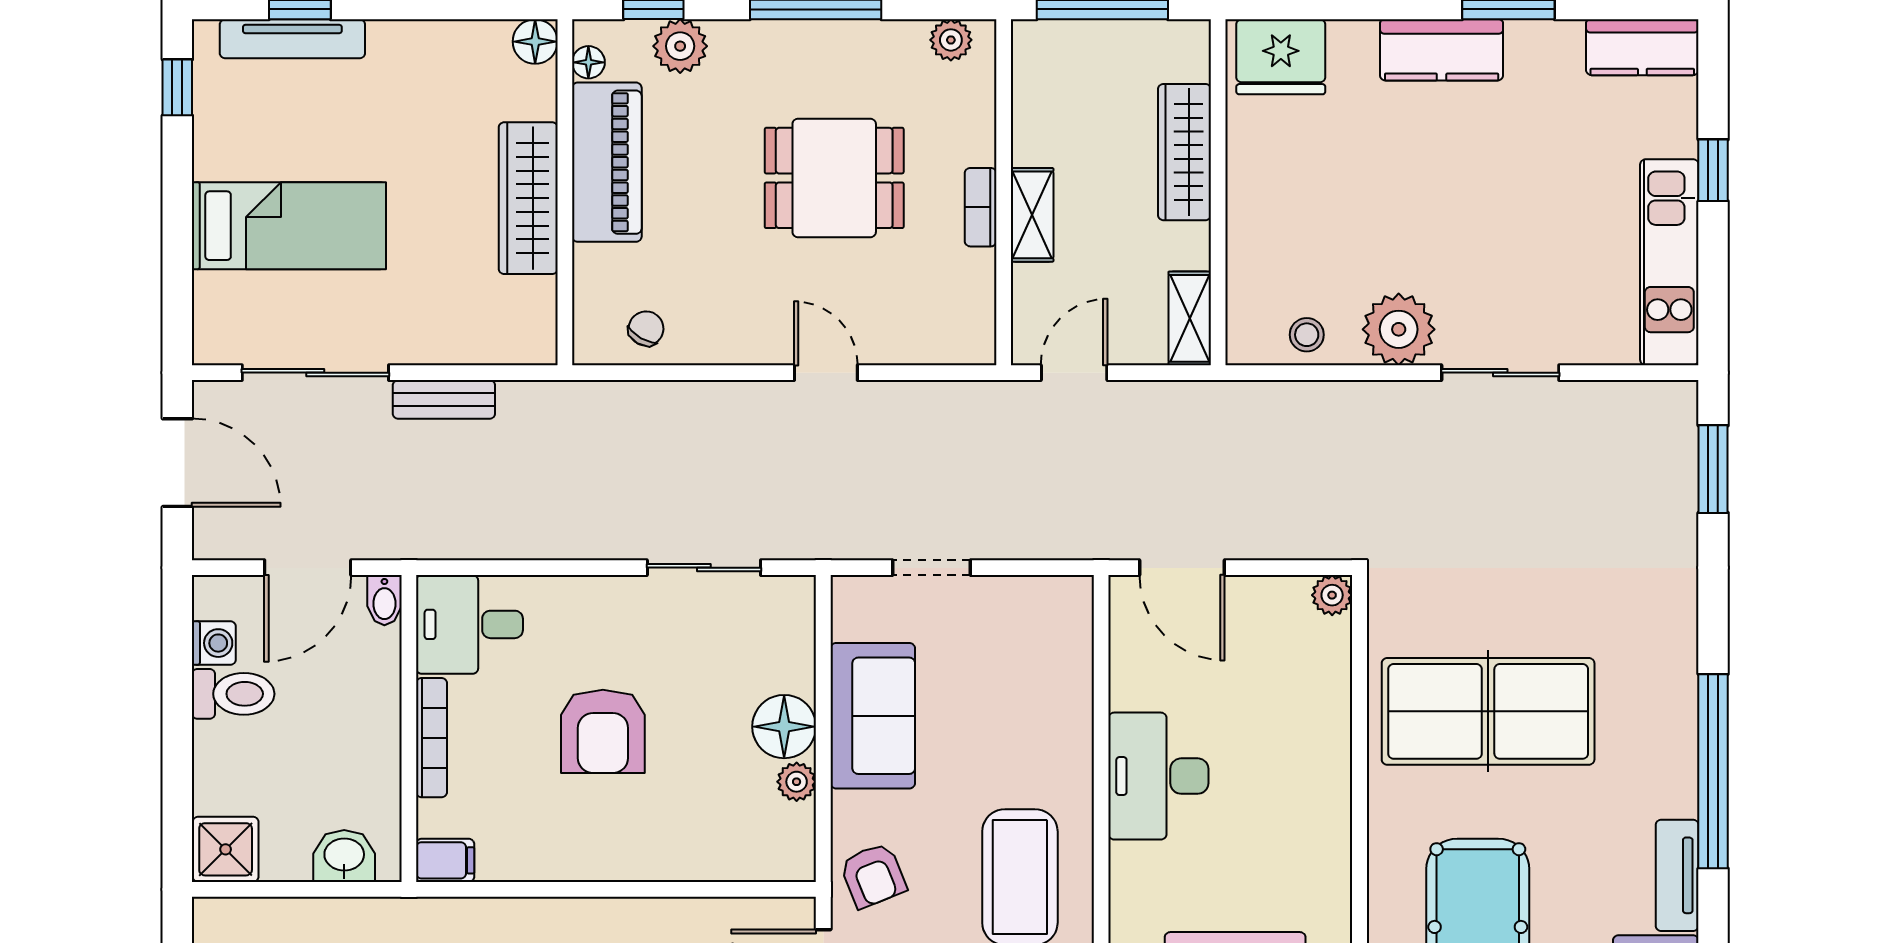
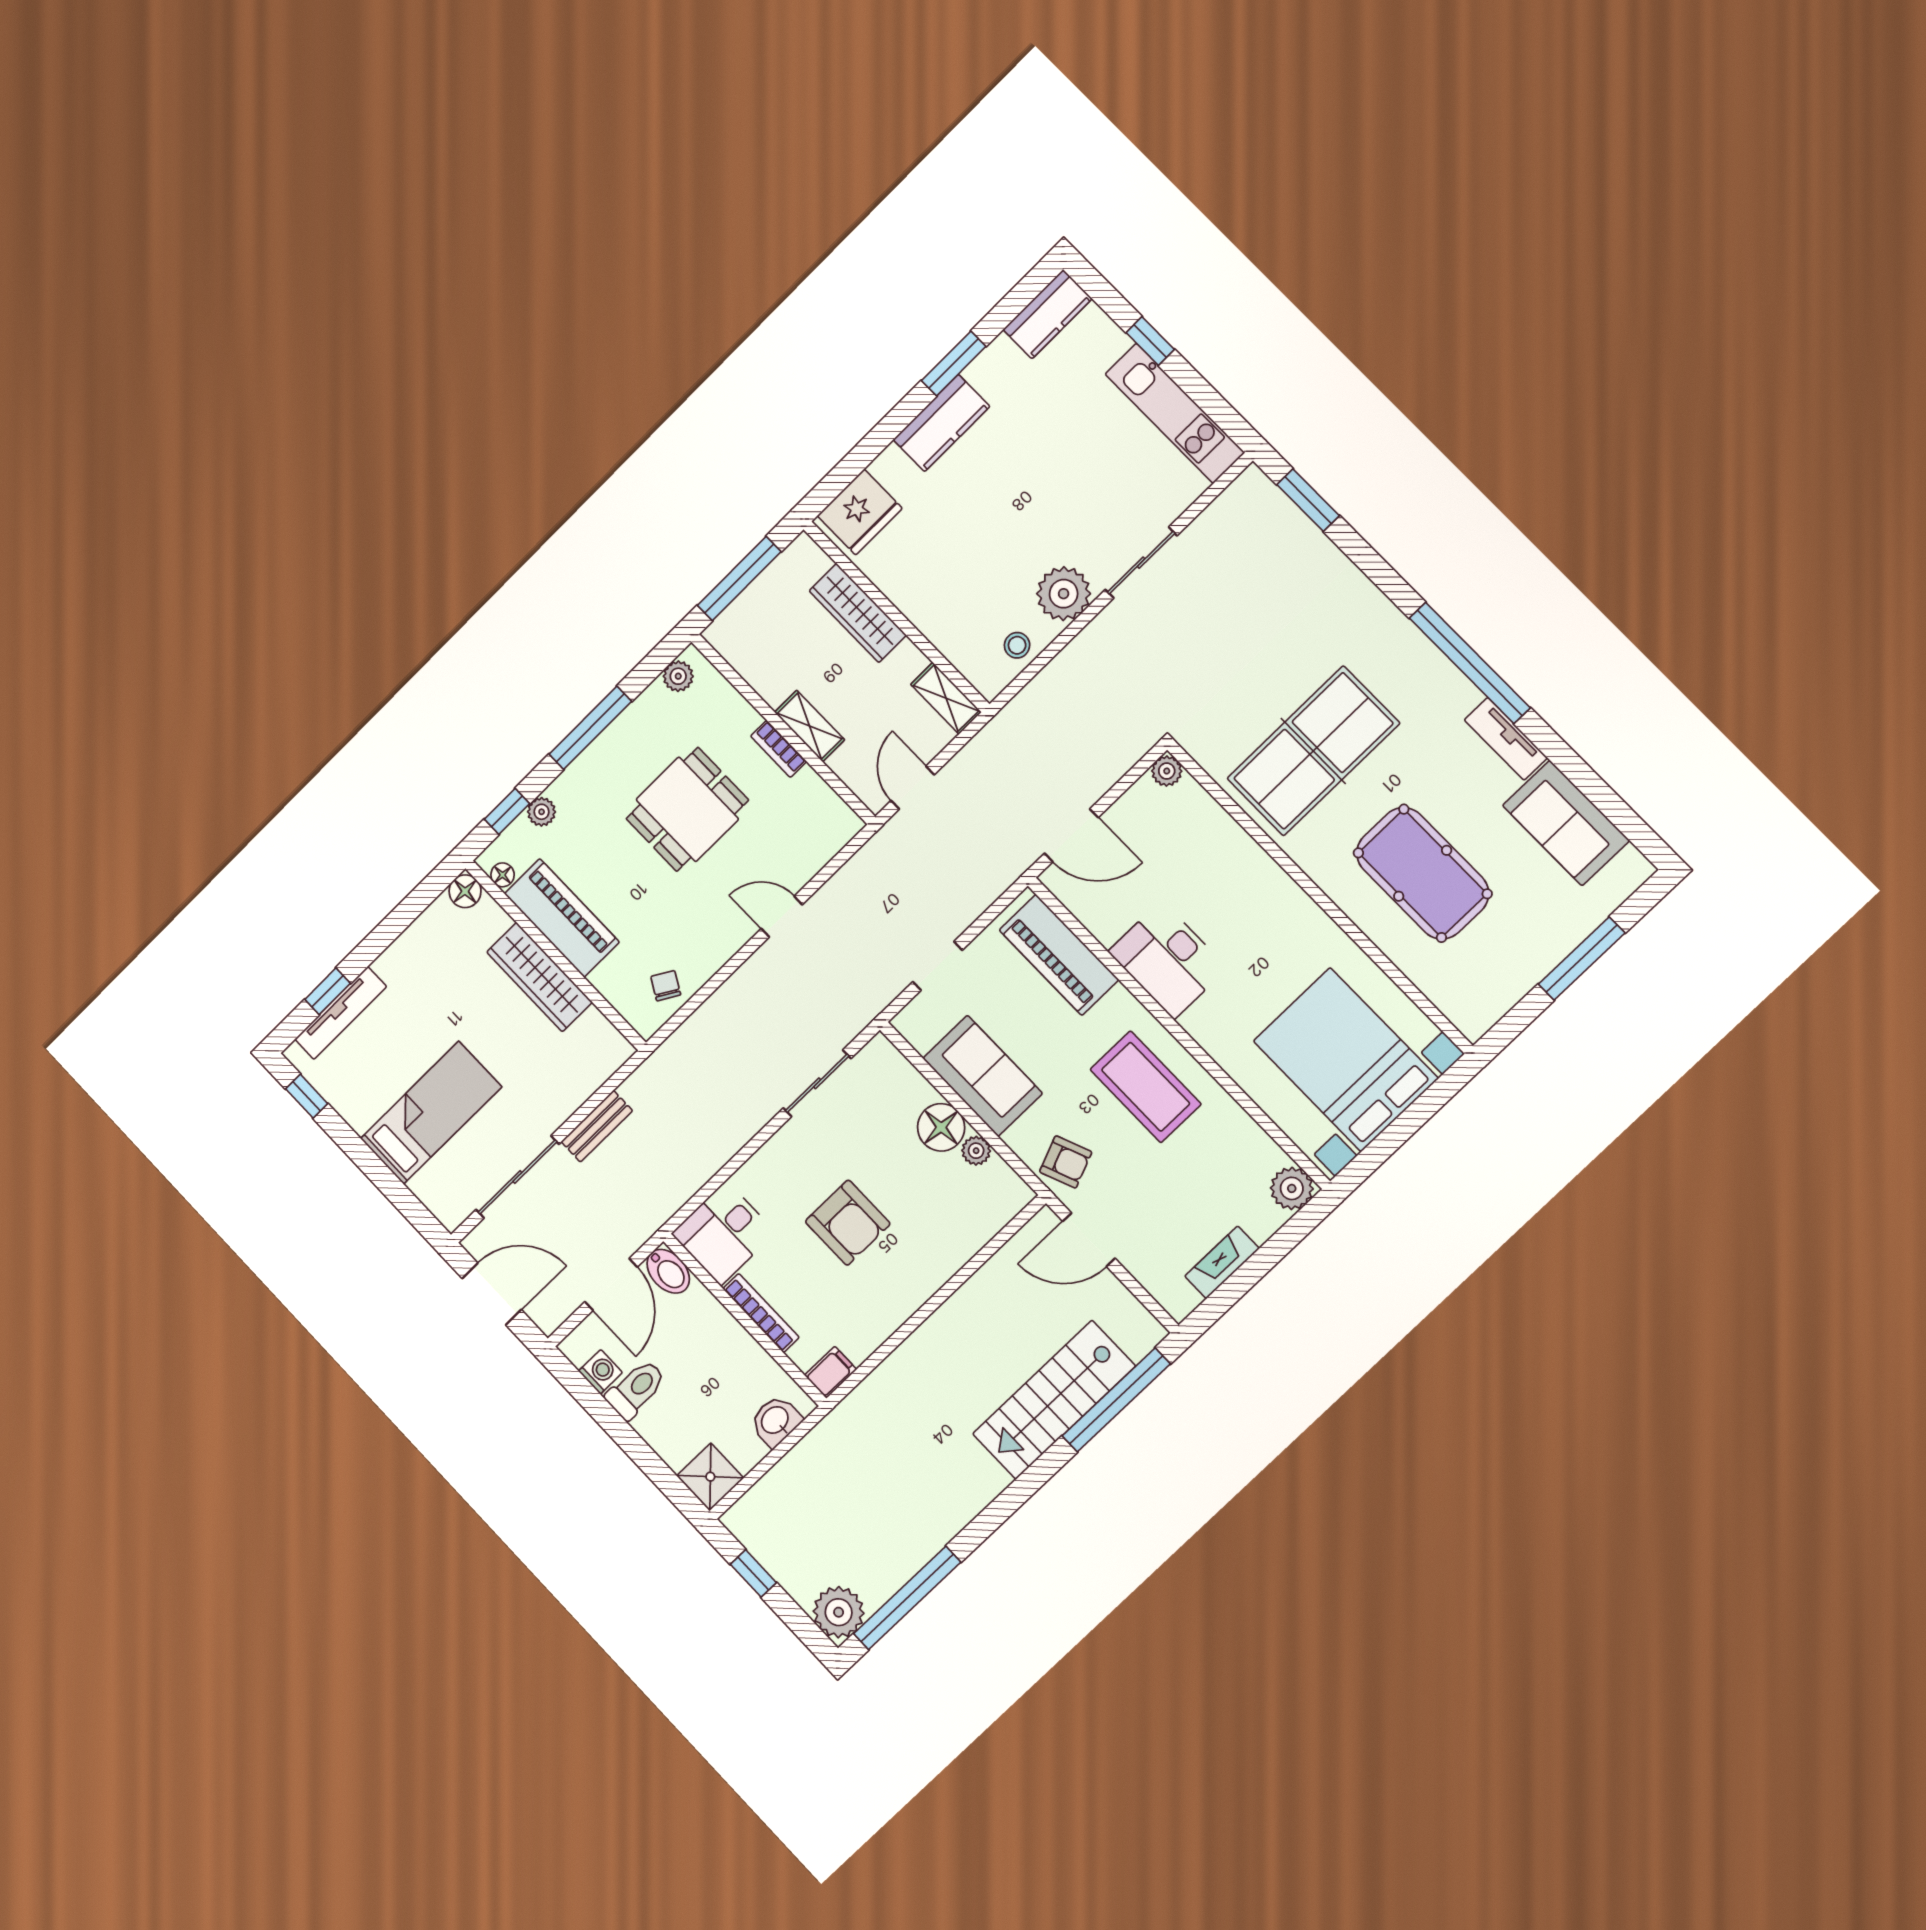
plant: (680, 46) -> (542, 812), width x0.73, depth x0.73
bidet: (384, 600) -> (668, 1271), width x1.38, depth x1.36
piano: (1059, 671) -> (1059, 955), added

